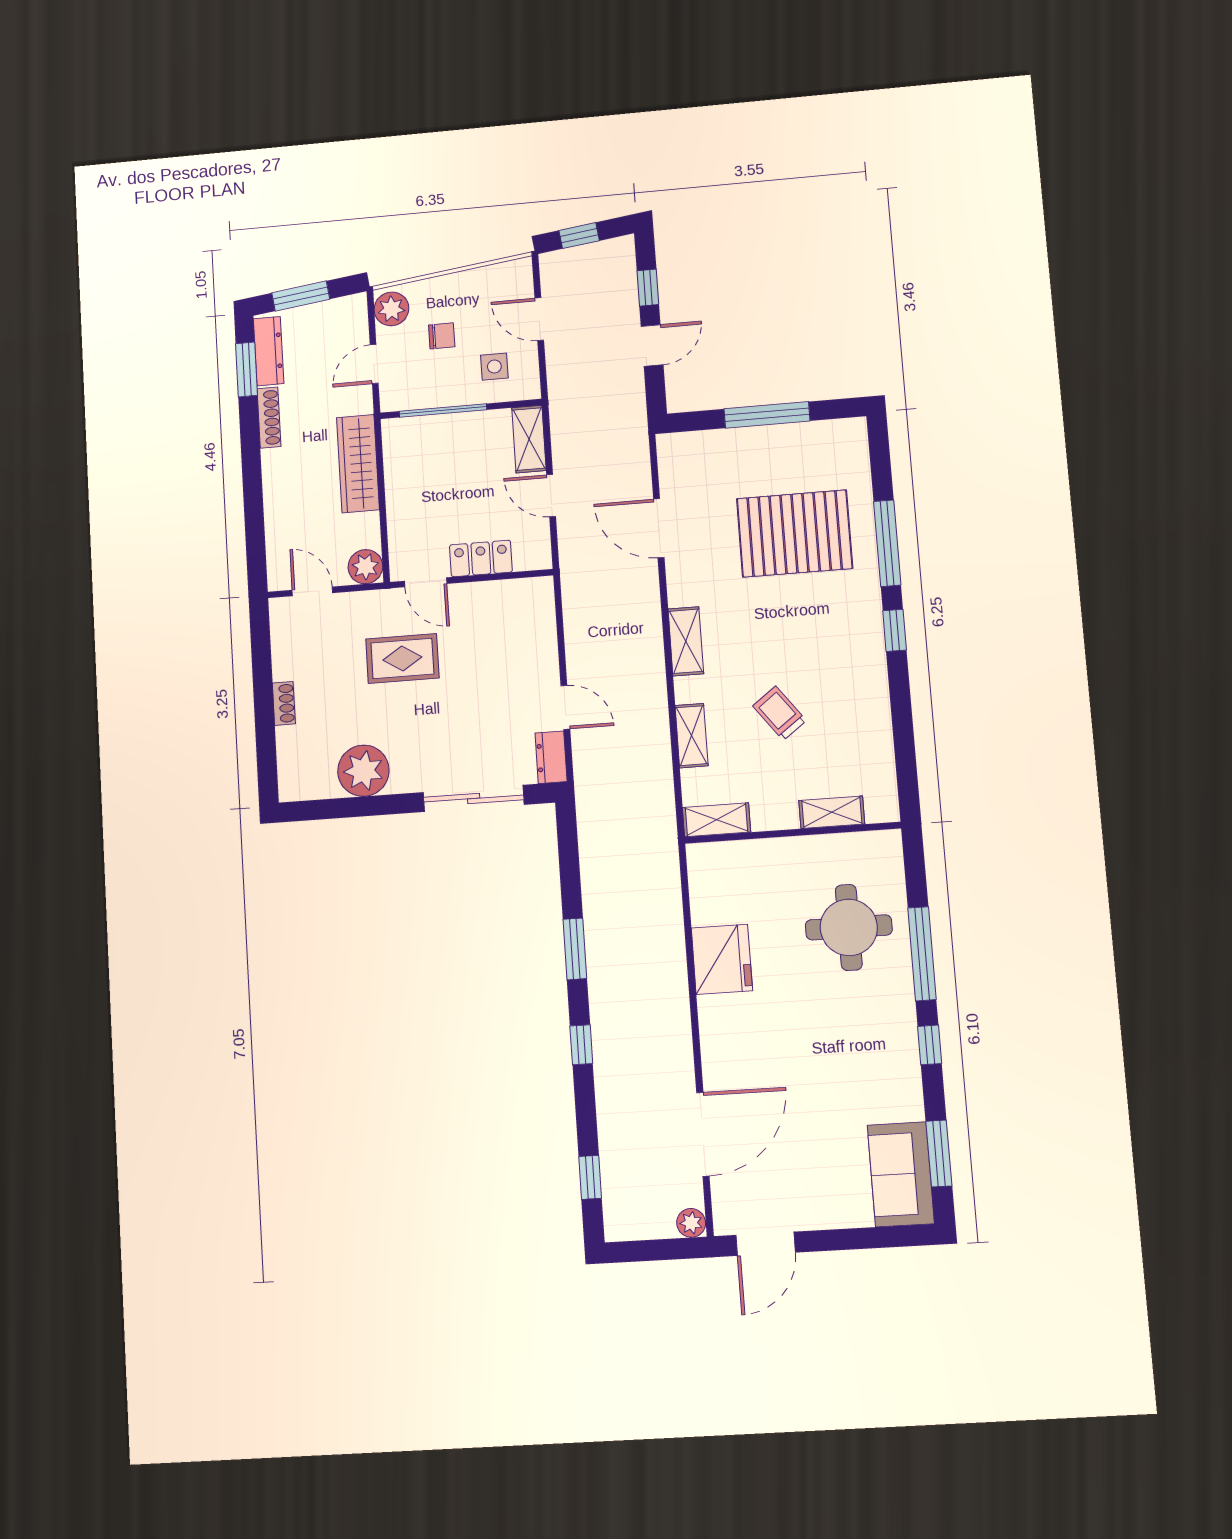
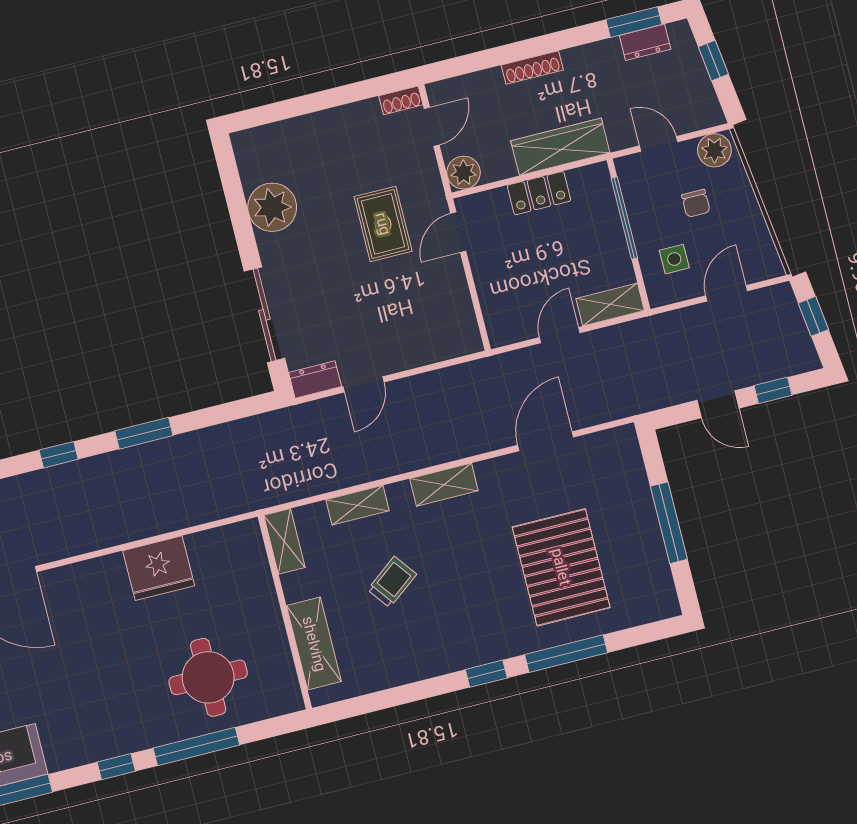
window: (301, 296) -> (713, 60), width x0.67
dresser: (269, 351) -> (645, 42), width x0.70
shoe rack: (269, 418) -> (532, 67), moved
locker: (481, 558) -> (539, 193), moved, turned 90
shoe rack: (284, 703) -> (401, 100), moved
shelving: (832, 812) -> (314, 644), width x1.50, depth x1.33

